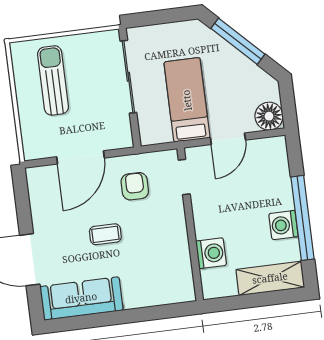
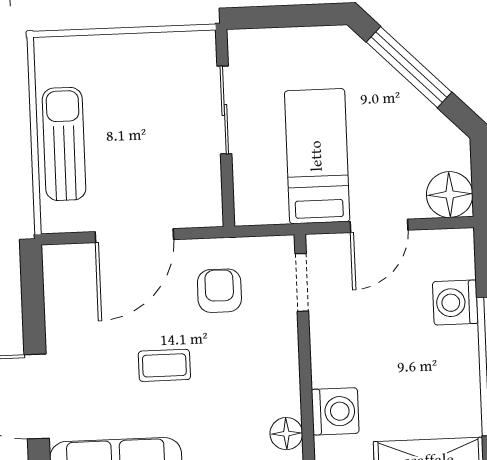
sliding door: (128, 77) -> (224, 110), width x0.73
sun lounger: (53, 80) -> (64, 144), moved
washing machine: (284, 225) -> (455, 303), moved
floor lamp: (183, 269) -> (286, 434), added

